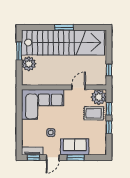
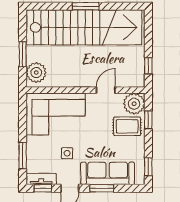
window: (19, 51) -> (23, 54), moved
plant: (29, 64) -> (36, 73), moved
window: (109, 127) -> (148, 167), moved
window: (19, 134) -> (23, 156), added
sofa: (75, 147) -> (108, 173), width x1.36

